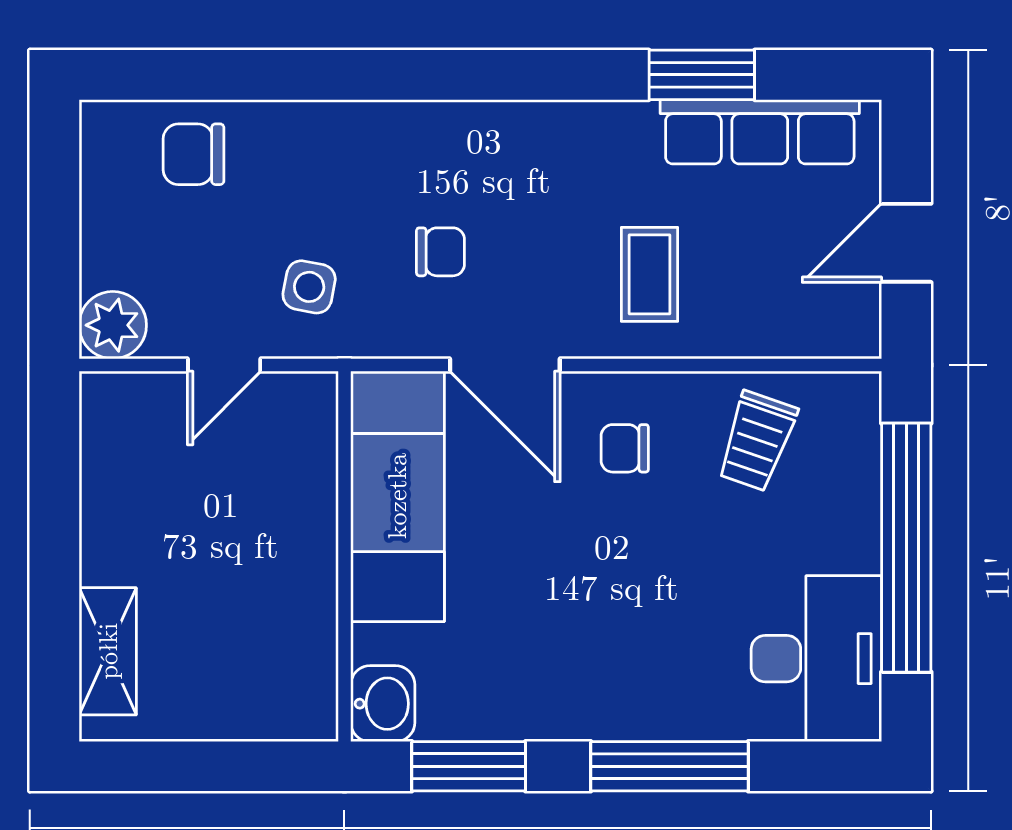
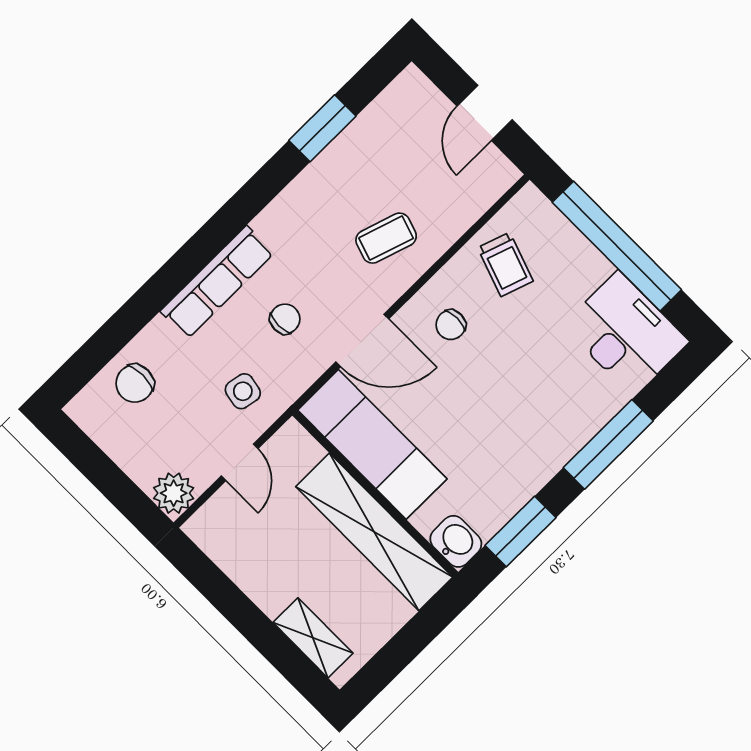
row of seats: (760, 132) -> (217, 282), moved
coffee table: (649, 274) -> (386, 238), turned -72
shelving: (300, 599) -> (374, 532), added

